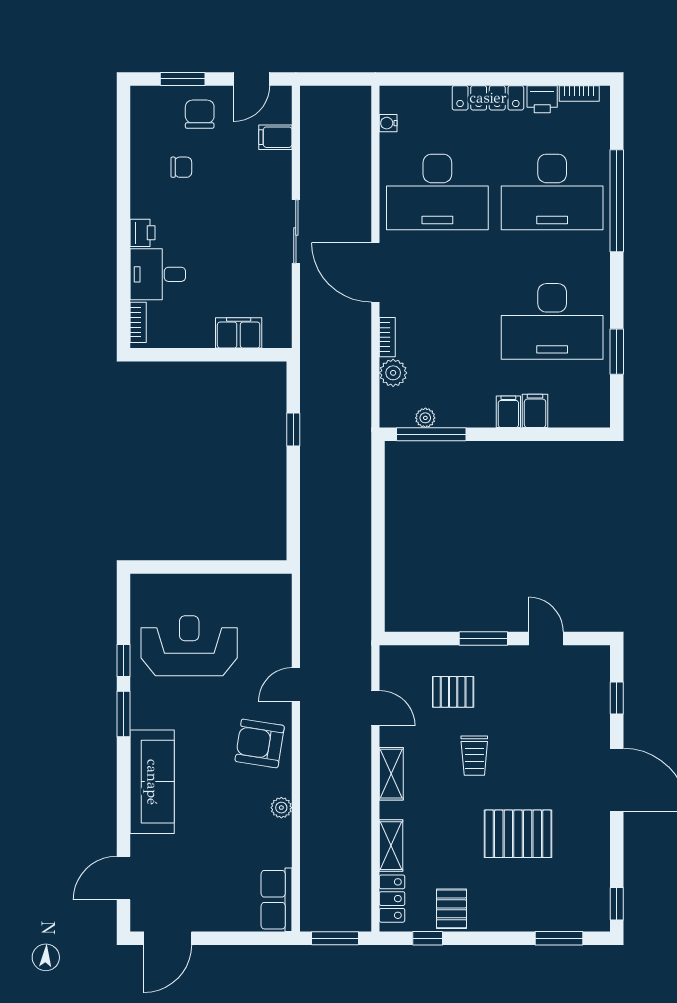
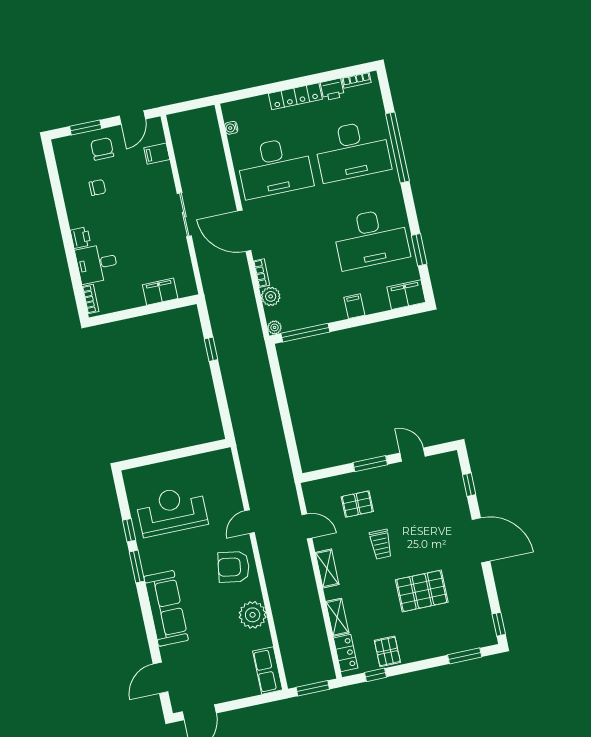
filing cabinet: (535, 411) -> (406, 295), moved, width x2.00
plant: (425, 418) -> (274, 327), moved
plant: (281, 808) -> (253, 615), width x1.87, depth x1.87

